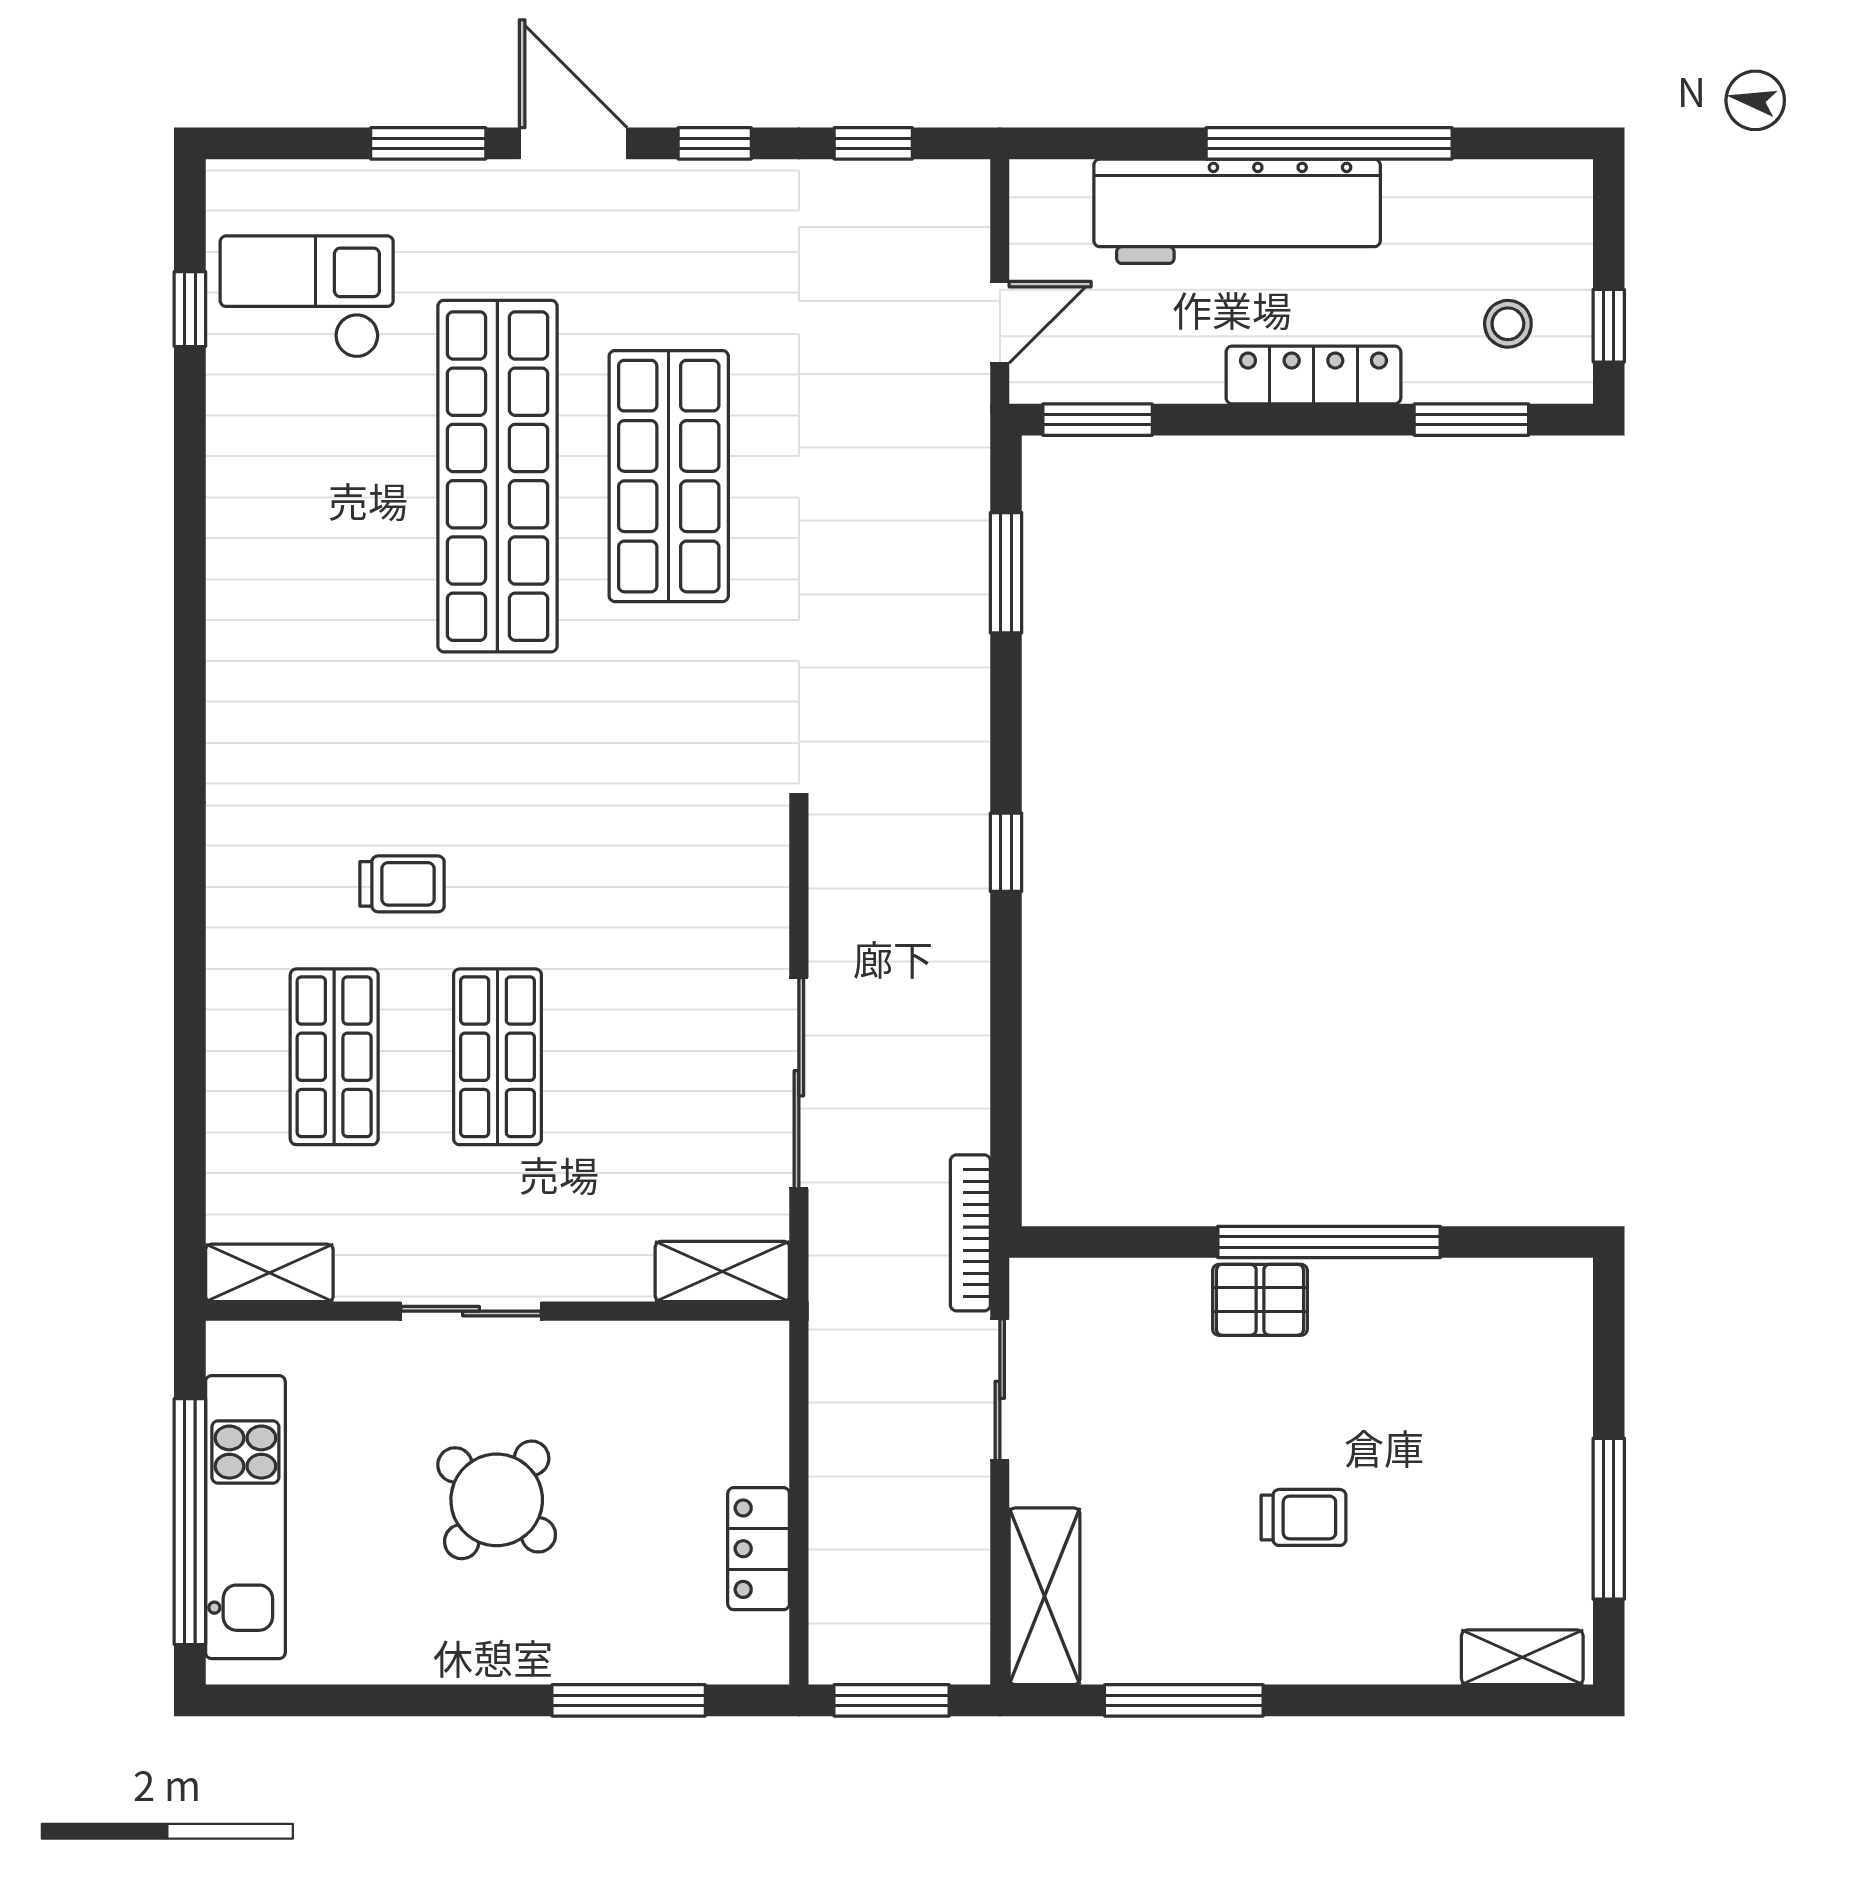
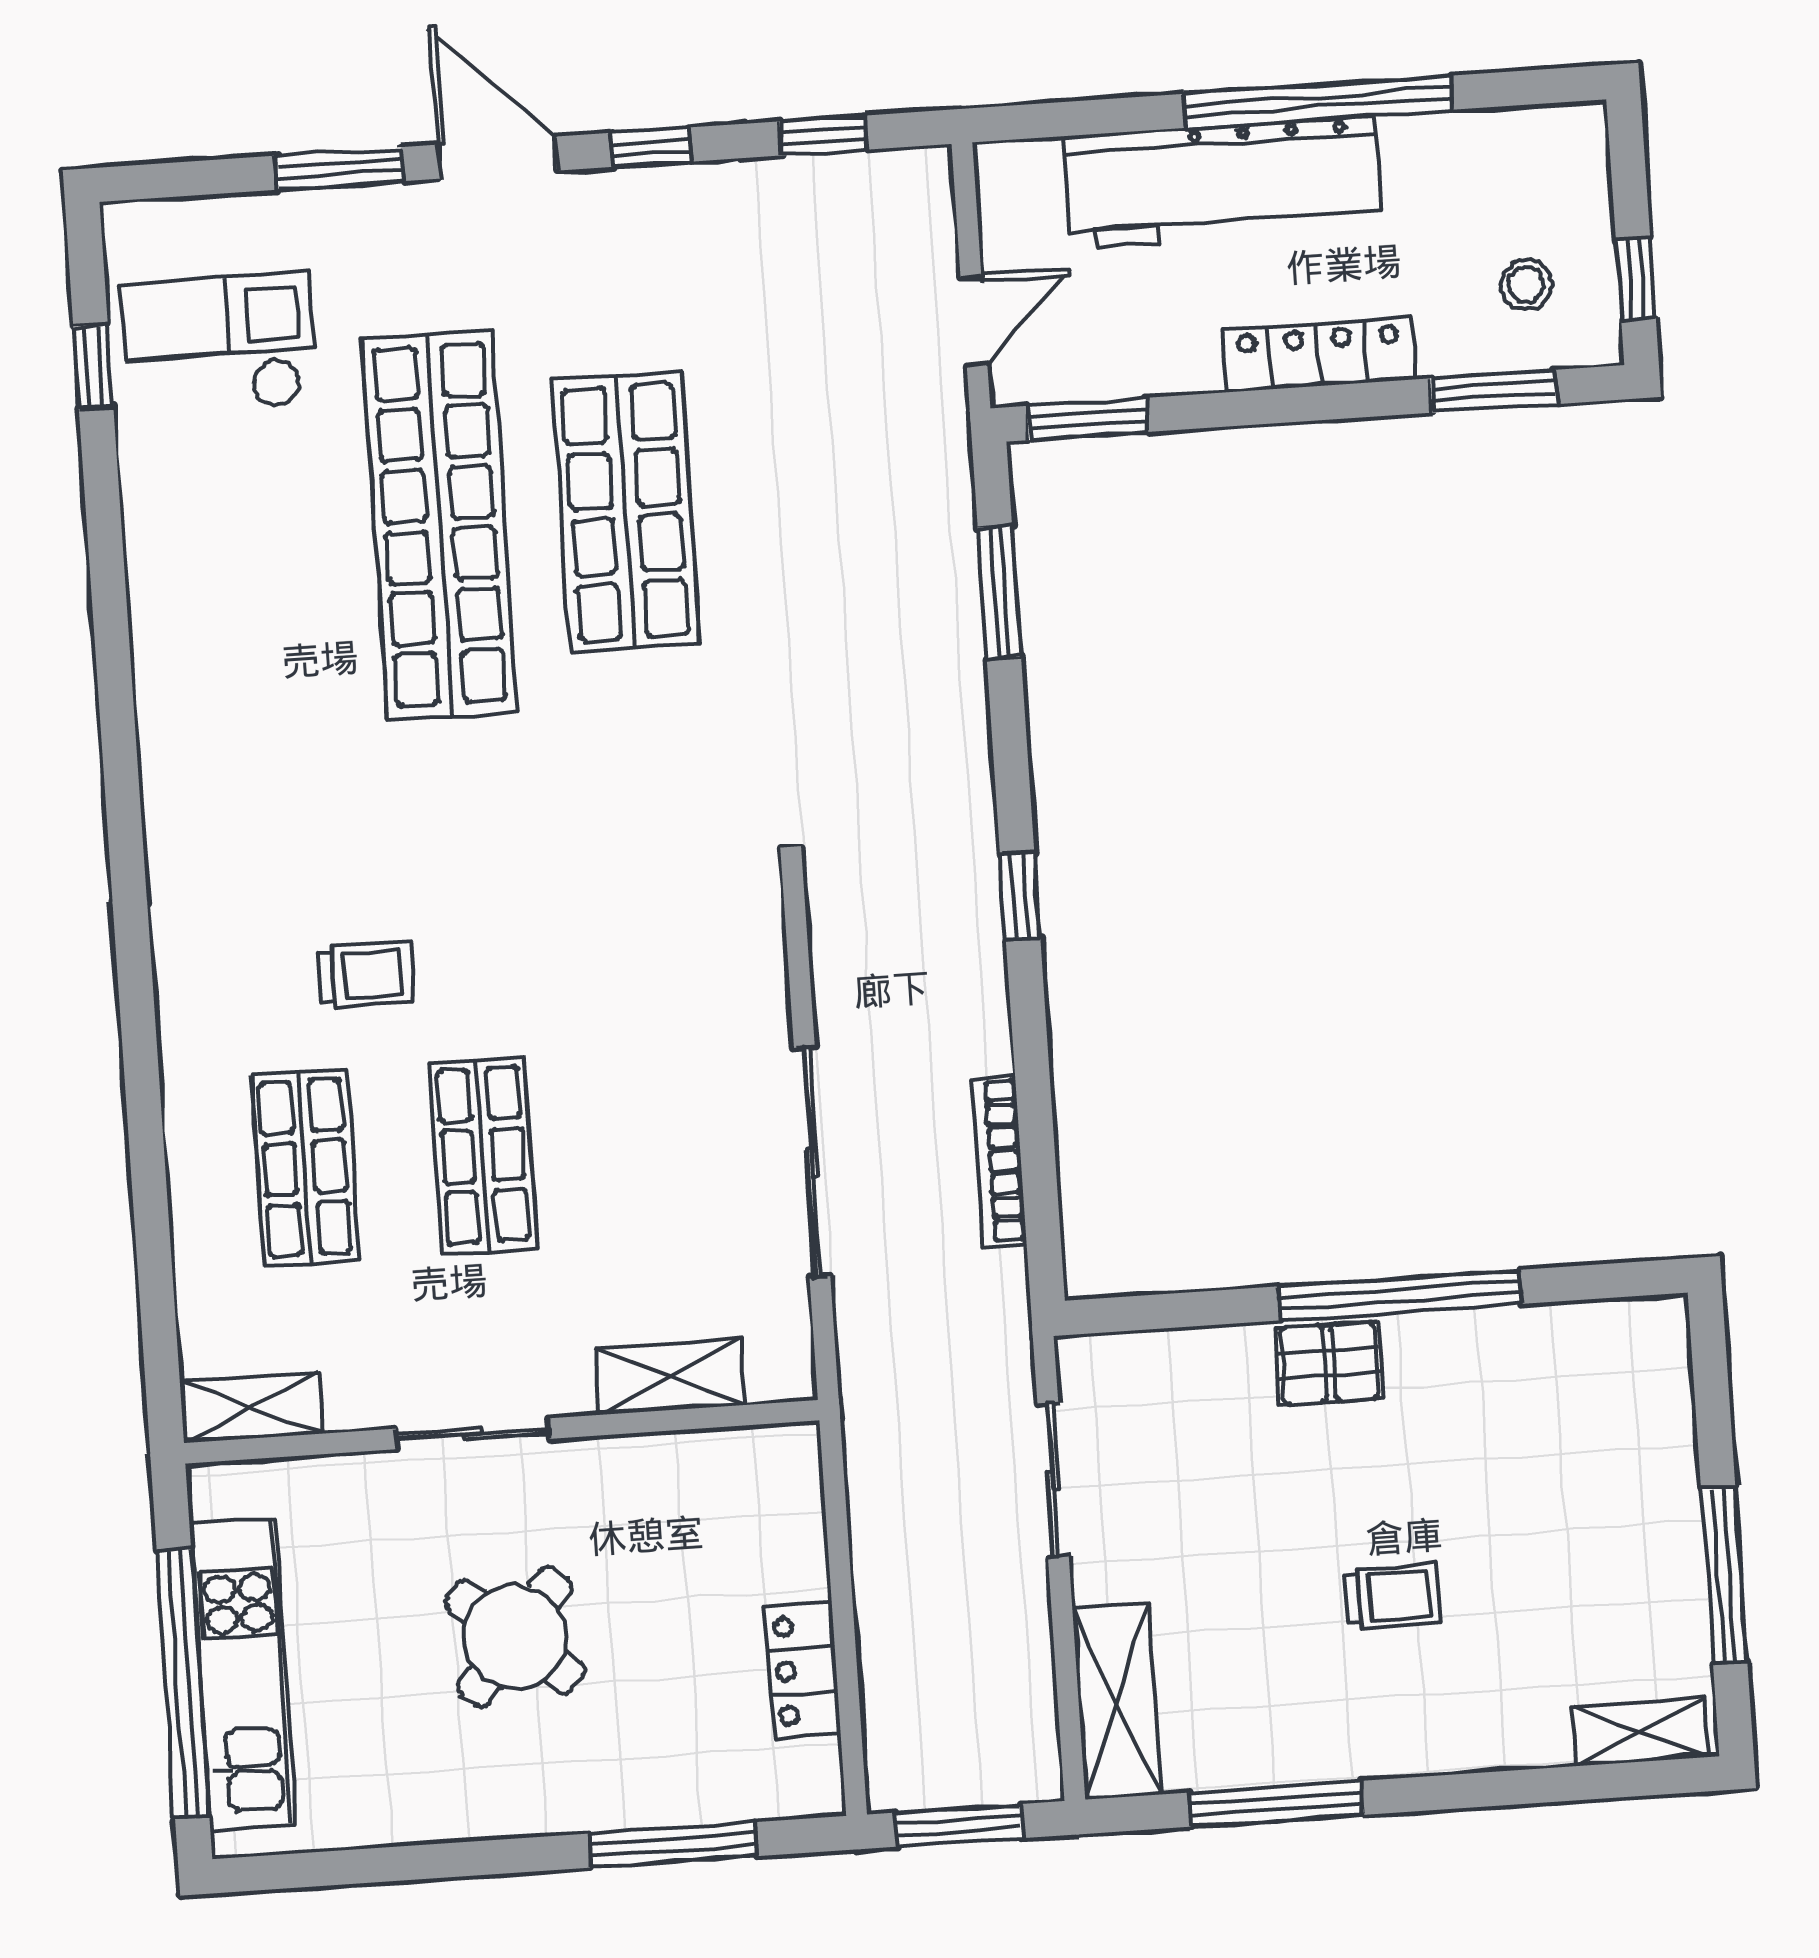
bookcase: (970, 1233) -> (999, 1161), moved
shelving: (722, 1271) -> (670, 1377), moved

